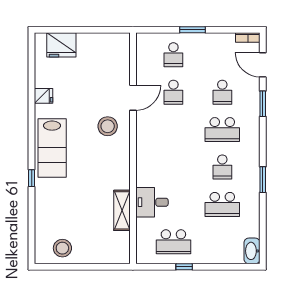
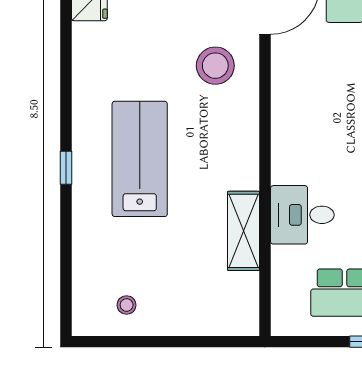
lab bench: (52, 148) -> (140, 159), moved, turned 180
stool: (62, 248) -> (127, 305), width x0.53, depth x0.53

